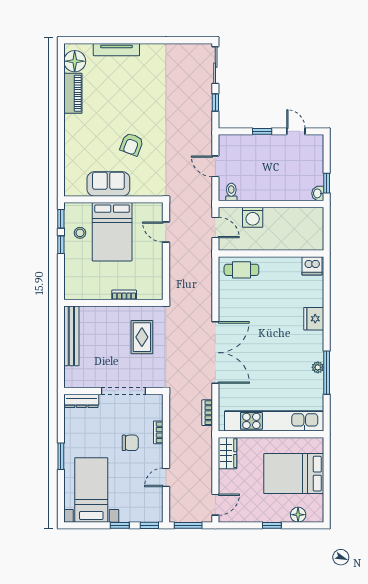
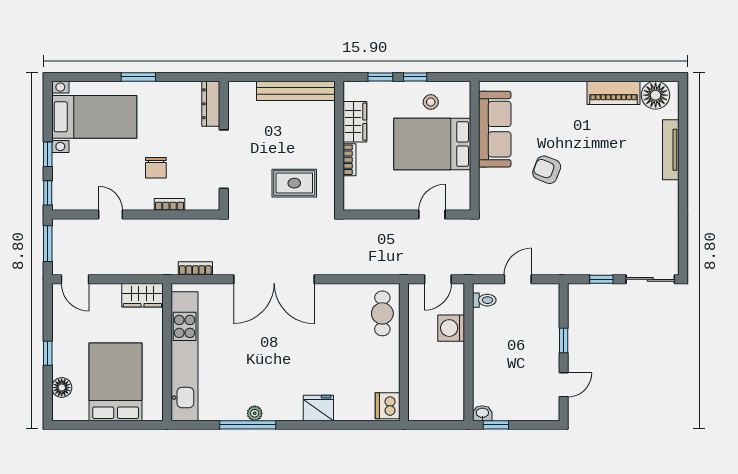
sofa: (108, 184) -> (495, 129), width x1.36
window: (61, 219) -> (380, 77), moved
wardrobe: (95, 291) -> (355, 122), added

